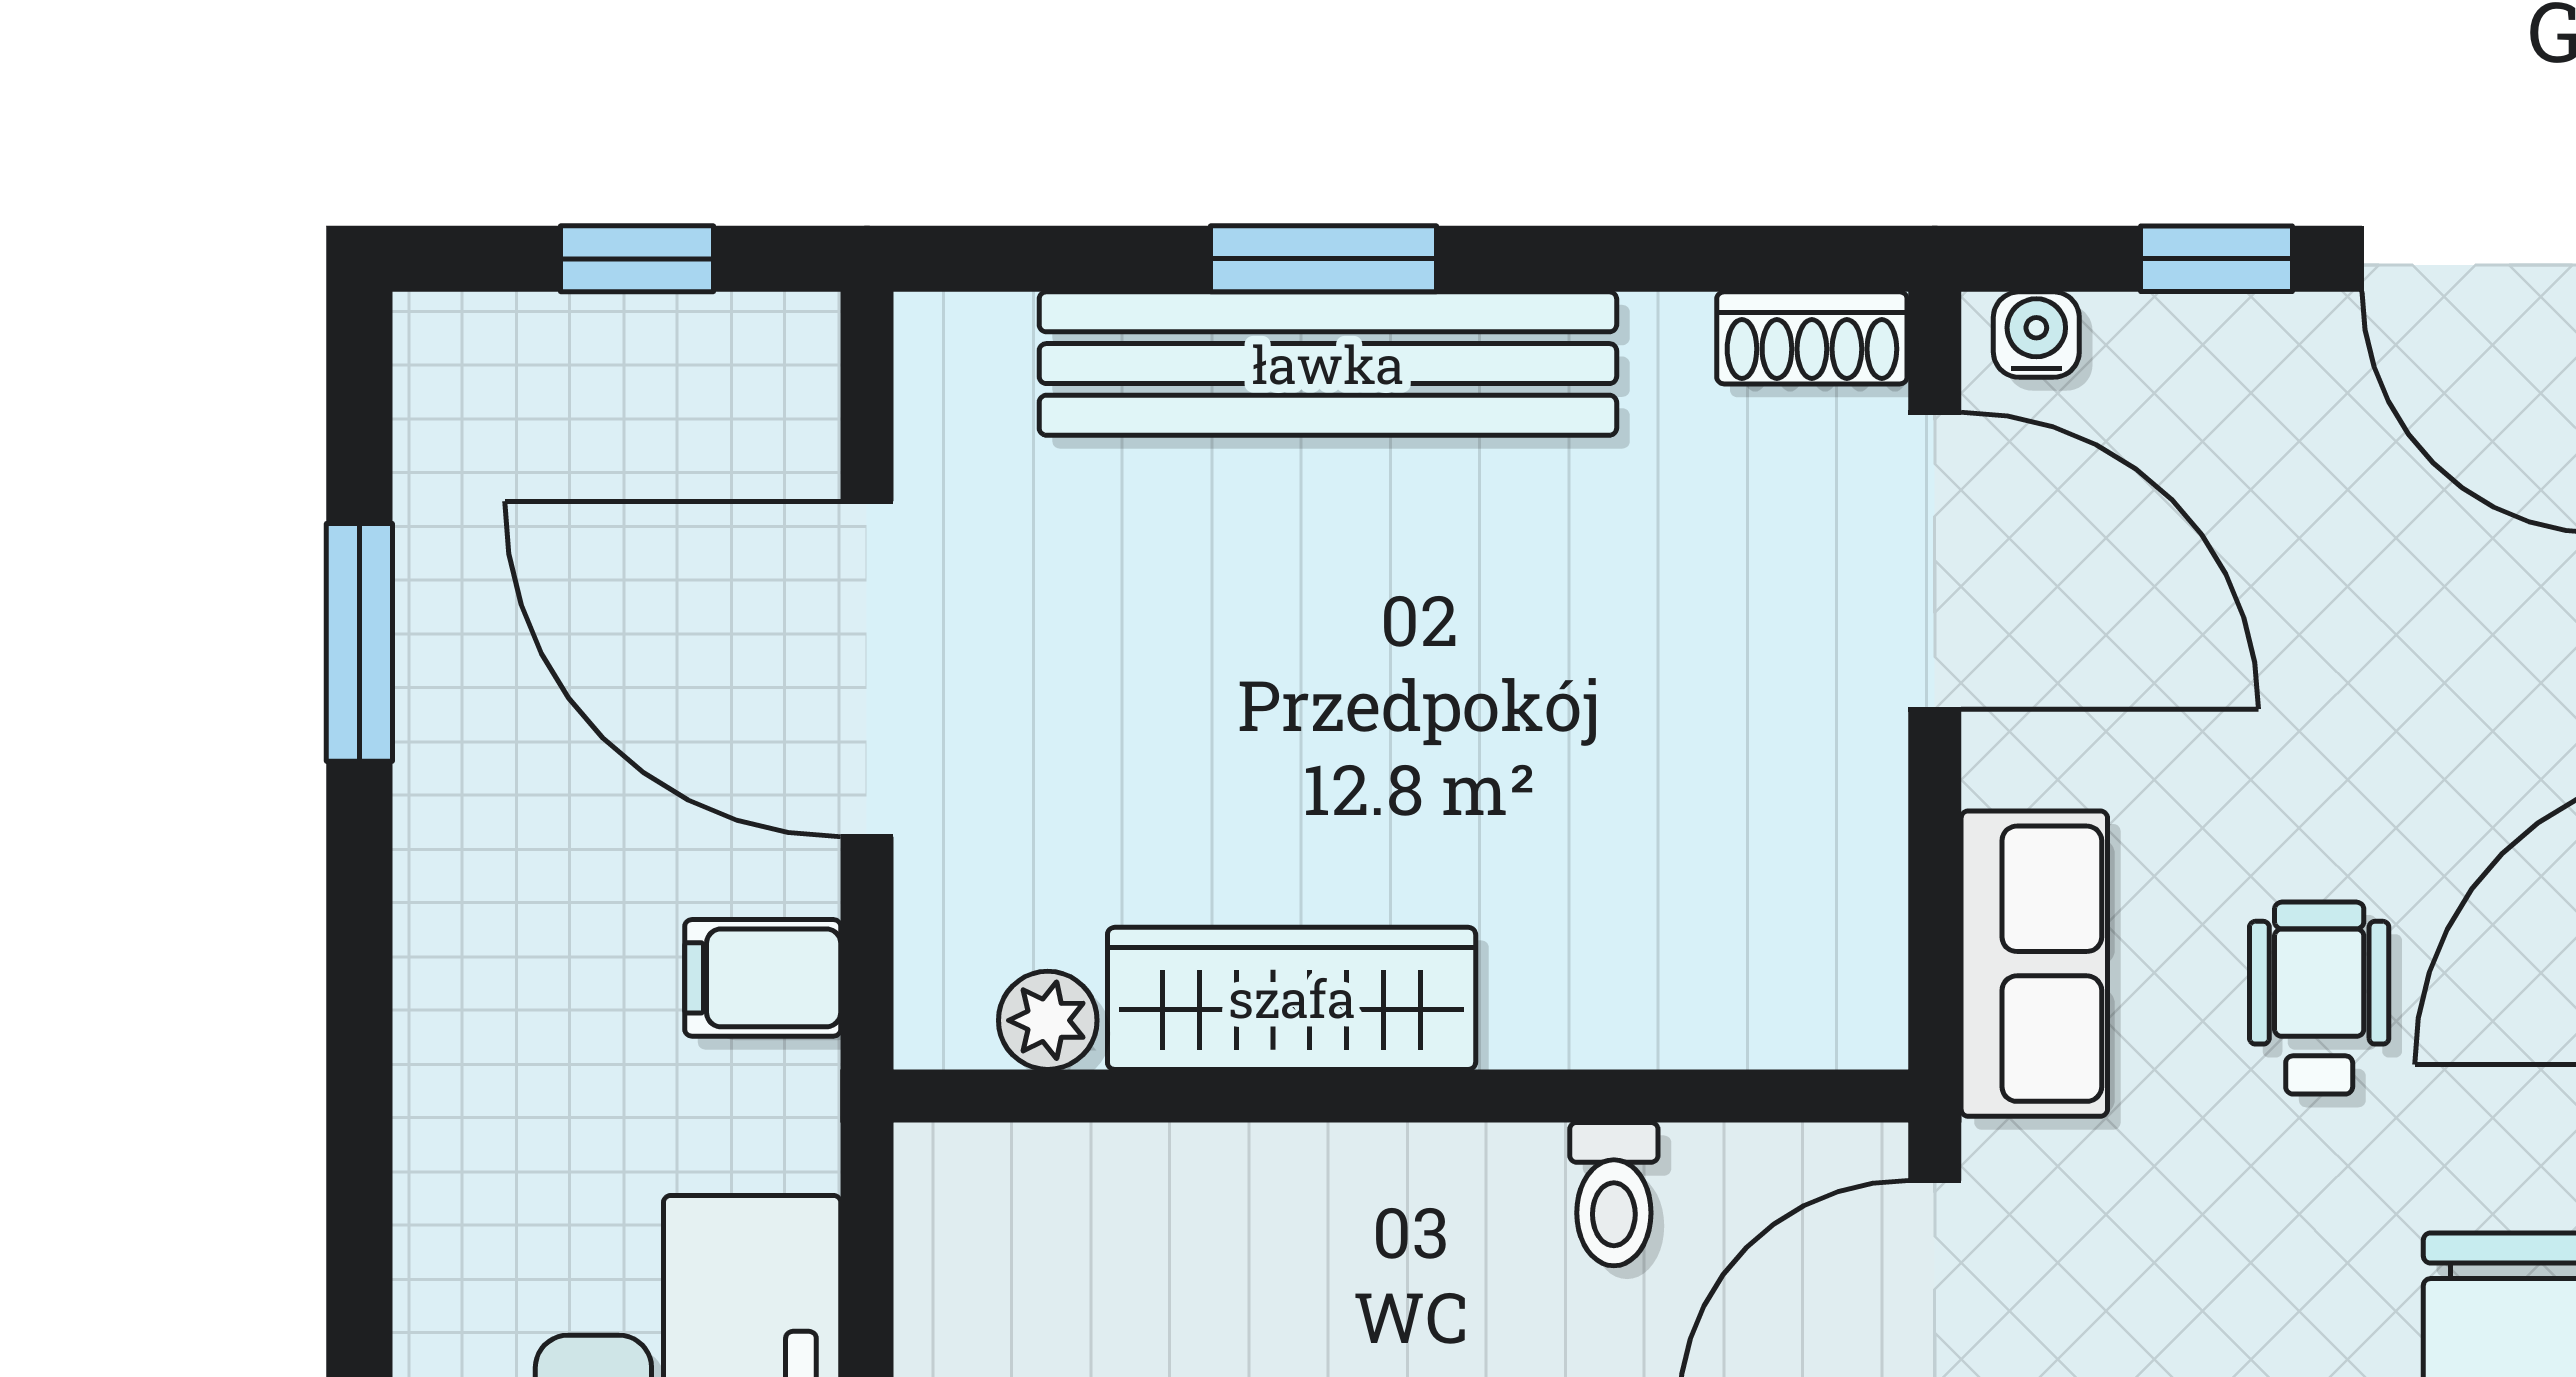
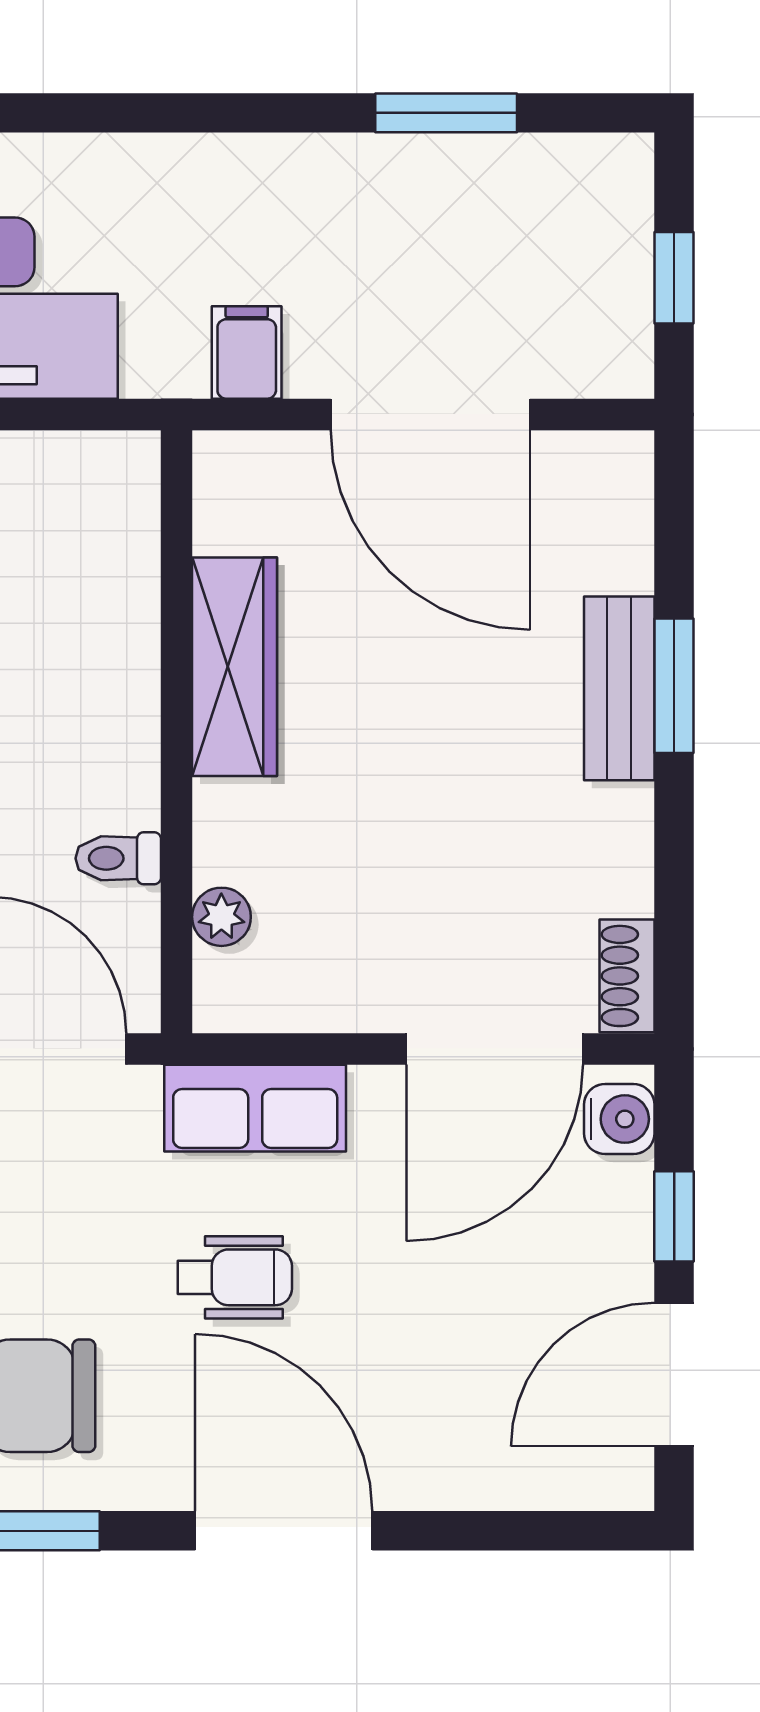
water cooler: (2036, 335) -> (619, 1119), width x1.38, depth x1.38
bench: (1328, 364) -> (619, 688), width x0.54, depth x0.82
door: (867, 669) -> (430, 414), swing flipped
plant: (1048, 1020) -> (221, 917), moved

